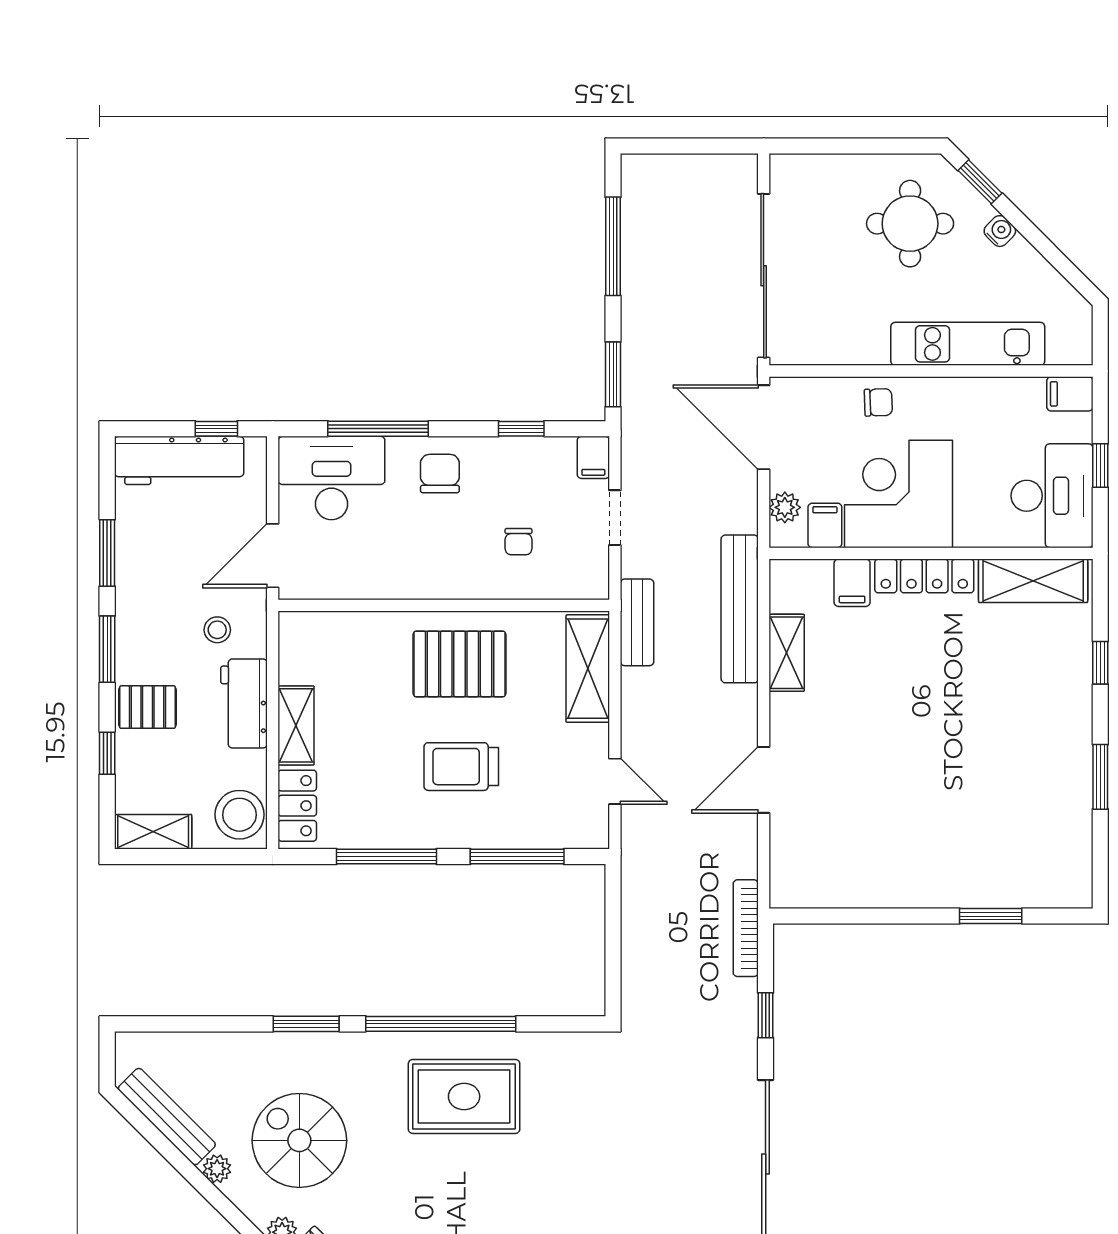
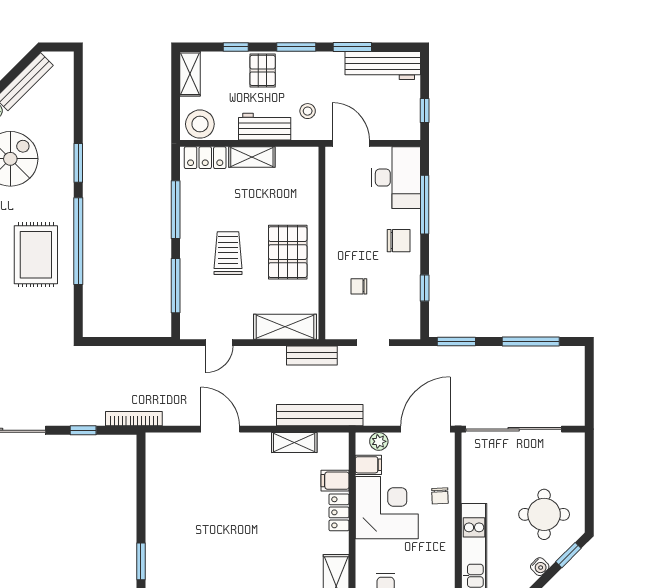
filing cabinet: (593, 457) -> (408, 330), removed
workbench: (179, 460) -> (383, 65), moved, turned -90
locker: (924, 576) -> (339, 512), width x0.66

